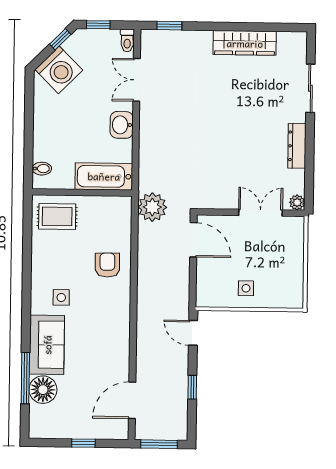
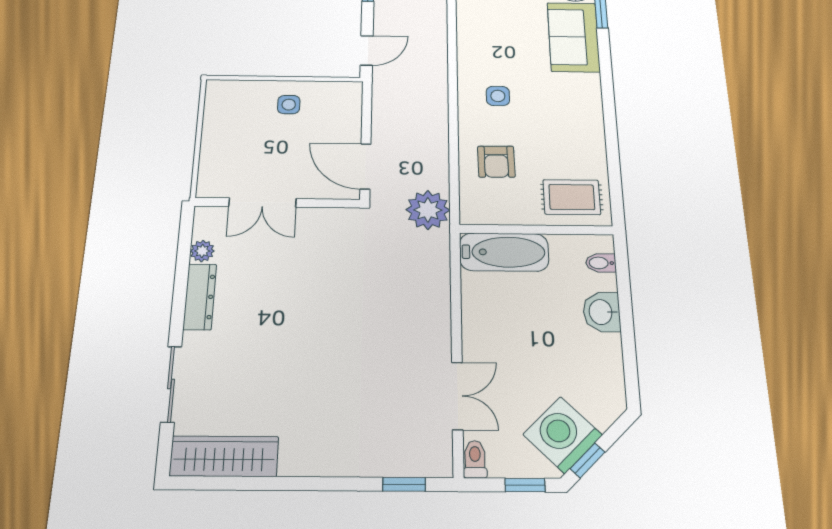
wardrobe: (245, 43) -> (224, 456), moved
washing machine: (59, 70) -> (563, 435), moved
washbasin: (122, 125) -> (602, 312), moved, turned 180
plant: (297, 202) -> (202, 251), moved
armchair: (107, 265) -> (496, 162), moved
side table: (61, 297) -> (498, 96), moved
door: (193, 333) -> (367, 50), hinge flipped

